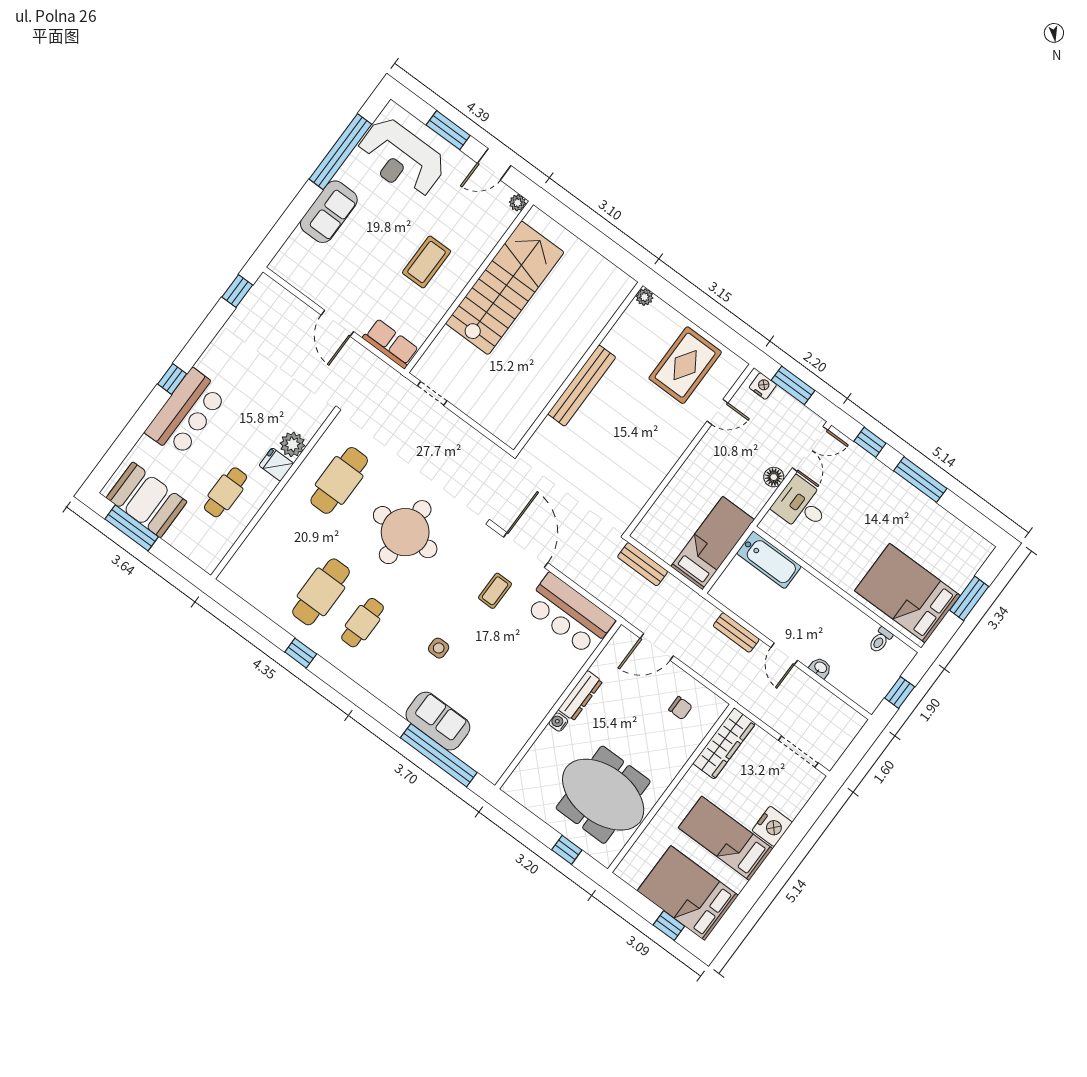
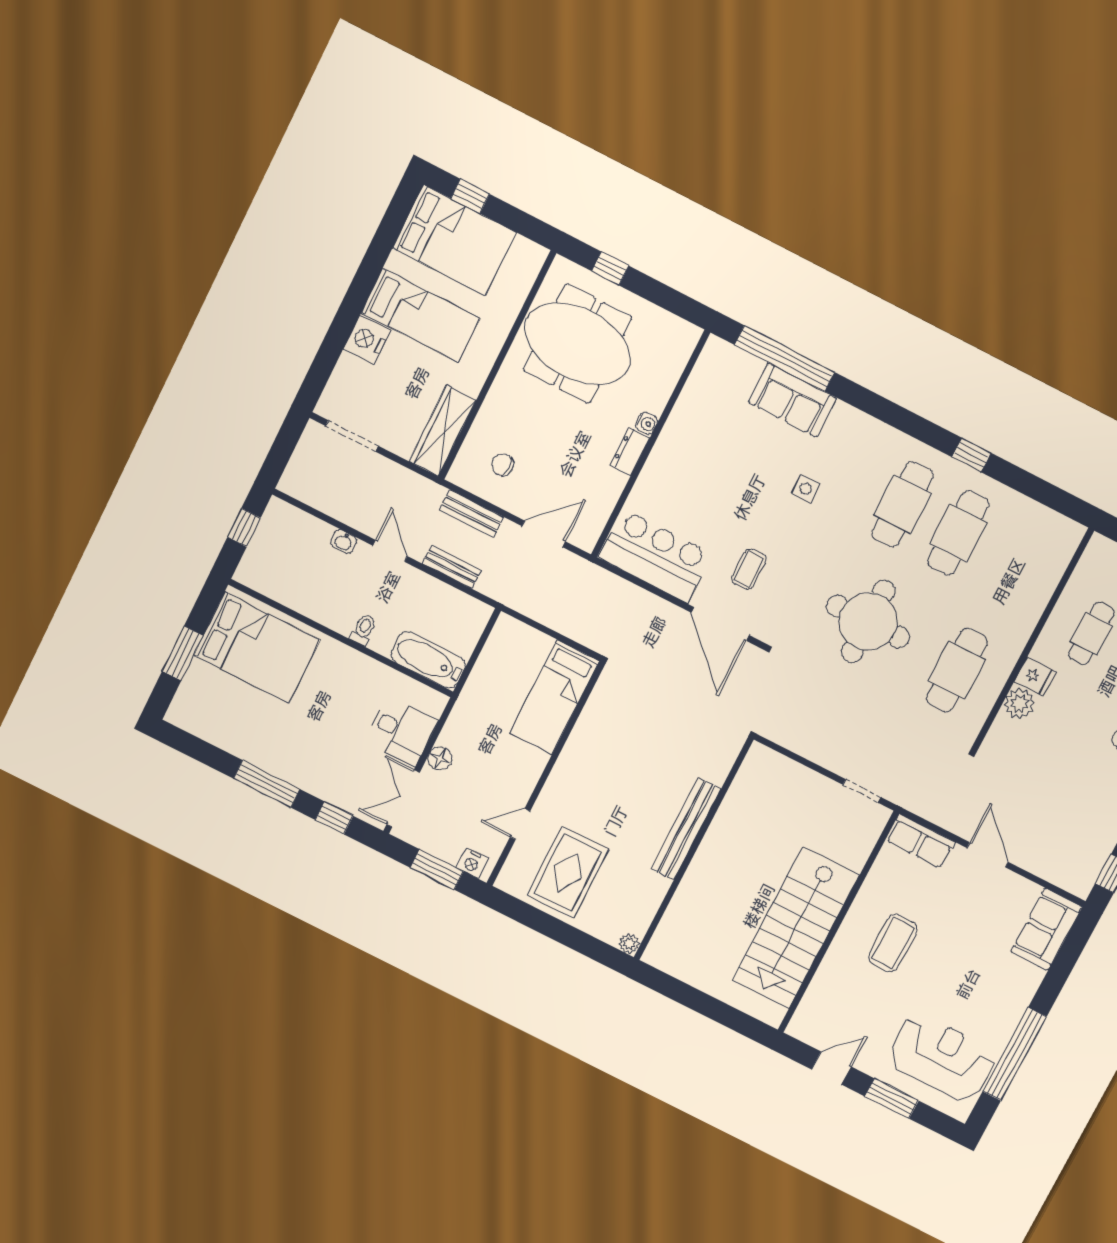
plant: (517, 203) -> (797, 1028), removed
sofa: (329, 212) -> (1046, 929), moved
bed: (713, 543) -> (554, 697), moved
bench: (643, 564) -> (472, 514), moved
cafe table: (363, 623) -> (902, 504), width x1.37, depth x1.35
toilet: (880, 640) -> (363, 629), moved
dresser: (580, 696) -> (630, 452), width x0.70

